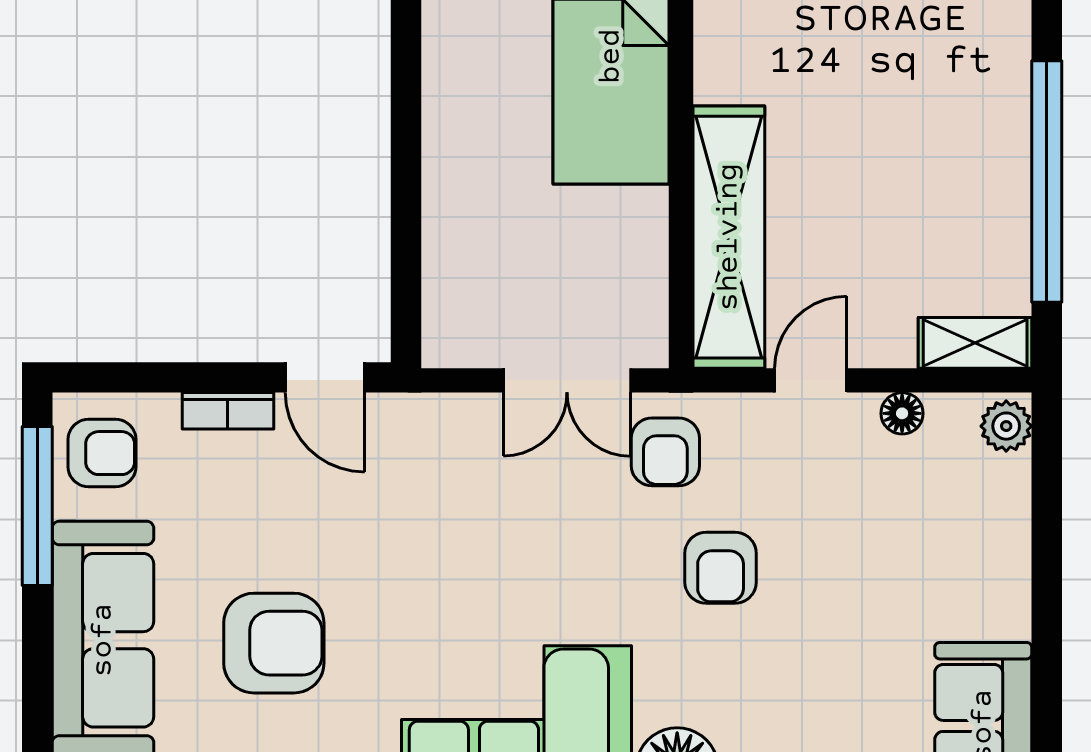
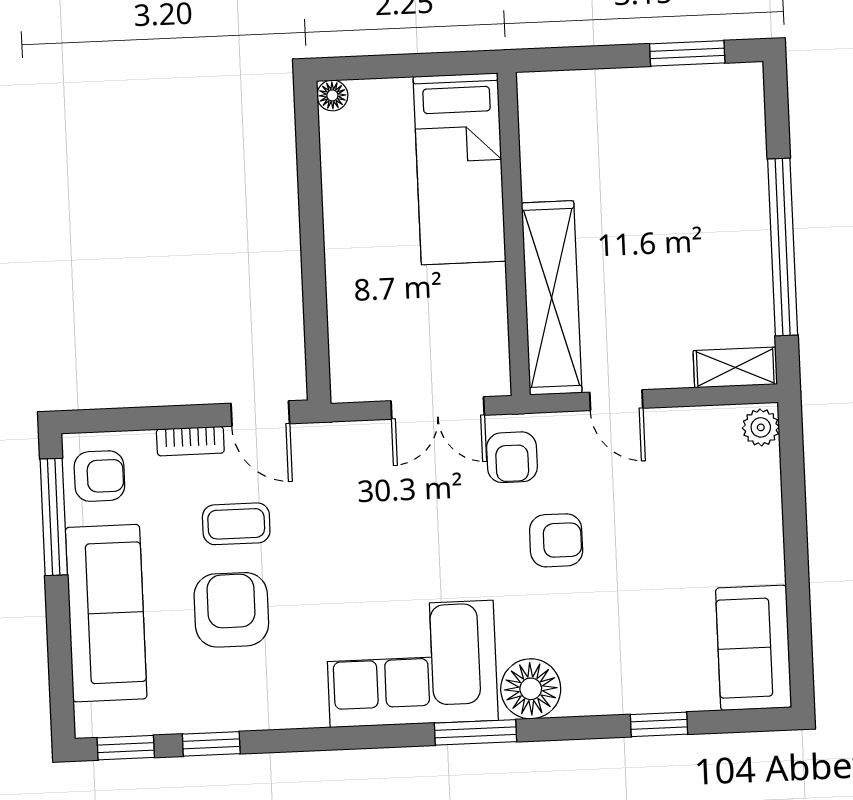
door: (811, 380) -> (616, 400), swing flipped
floor lamp: (902, 413) -> (684, 421), removed
coffee table: (286, 526) -> (236, 524), added
armchair: (721, 568) -> (556, 540), turned -90
armchair: (274, 643) -> (231, 610), turned -90

